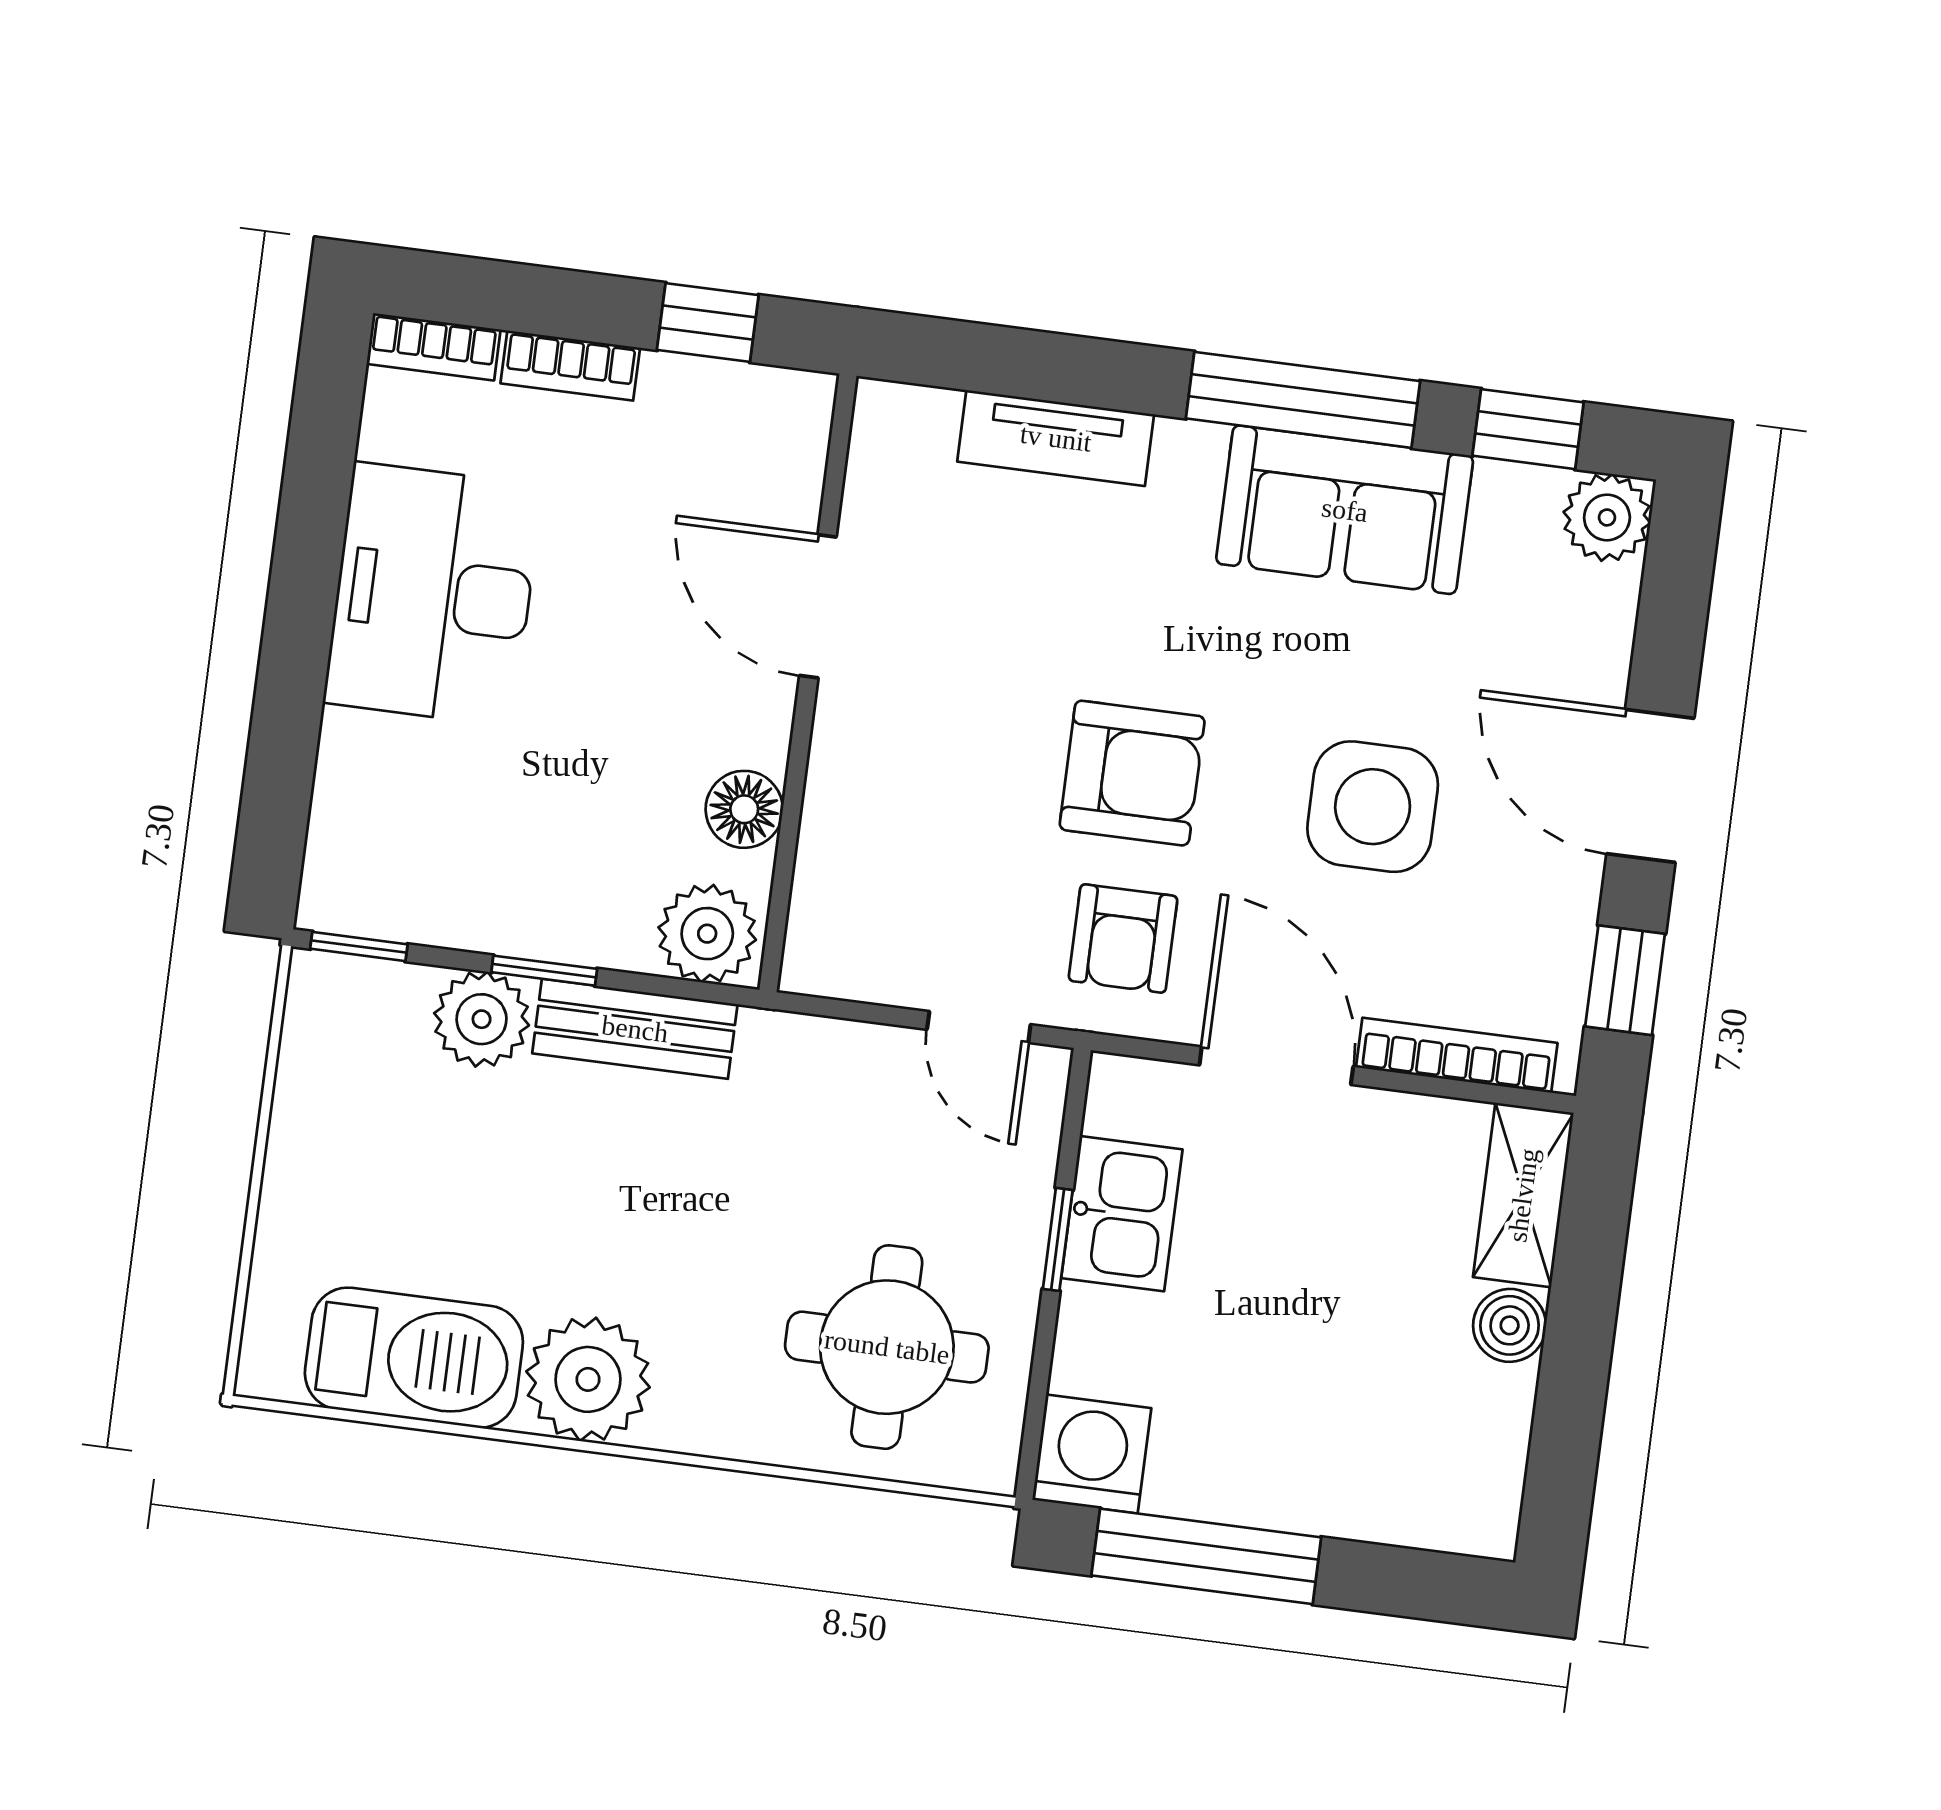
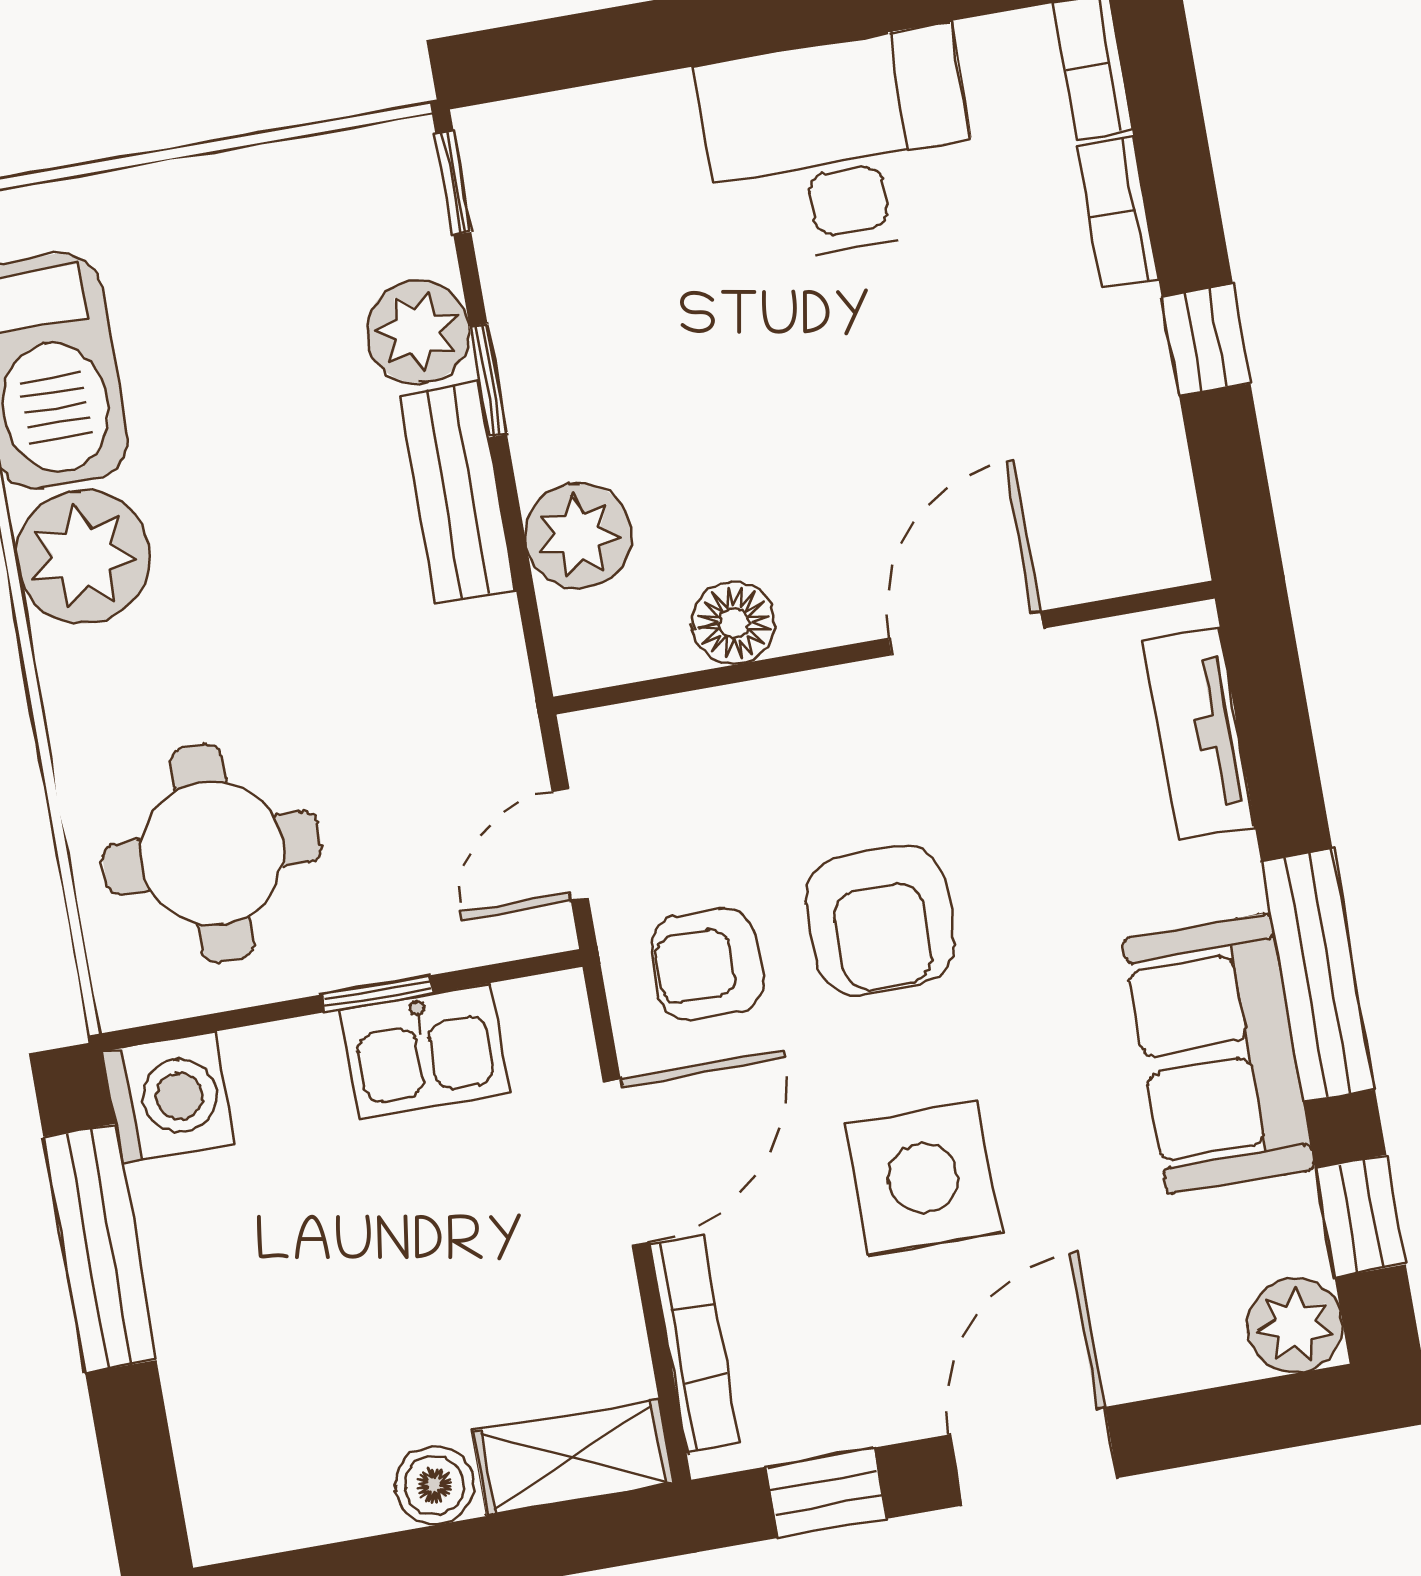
door: (818, 606) -> (966, 633), moved
wall: (808, 683) -> (884, 648), moved
floor lamp: (744, 809) -> (734, 623), moved

